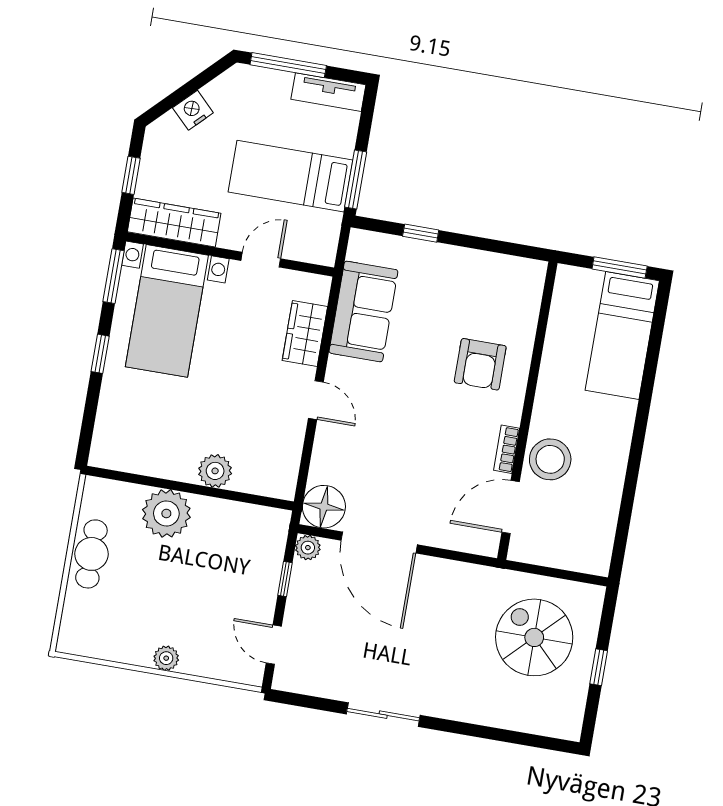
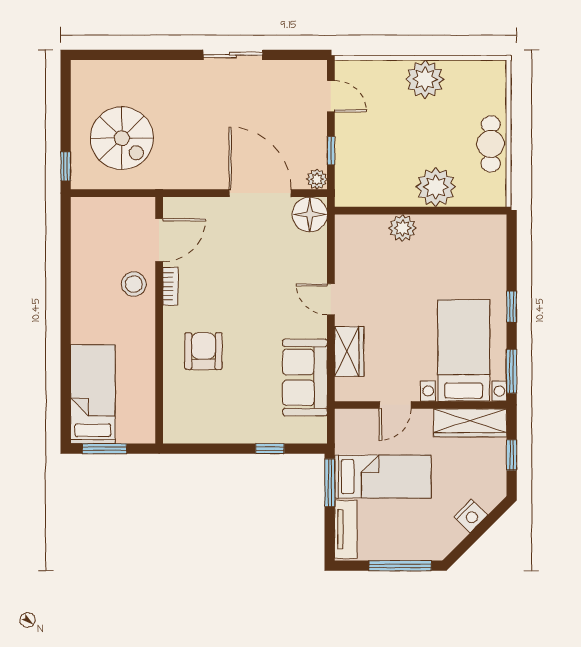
tv unit: (328, 92) -> (346, 529), moved, turned 90
stool: (550, 459) -> (134, 284), width x0.73, depth x0.73
plant: (166, 658) -> (425, 79), width x1.88, depth x1.88
window: (599, 667) -> (66, 166), moved

